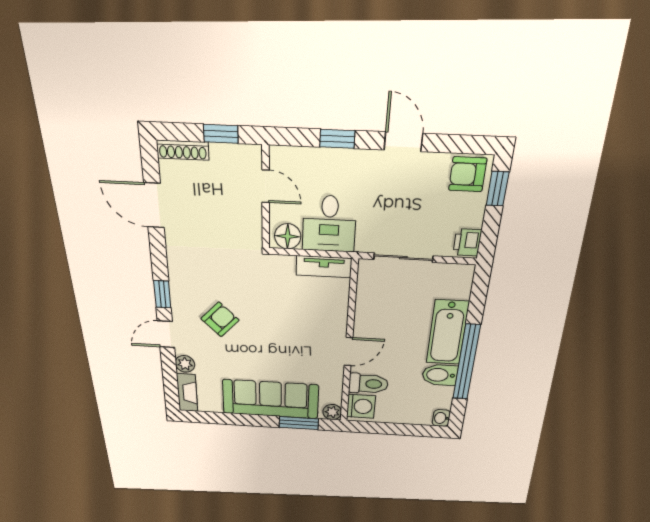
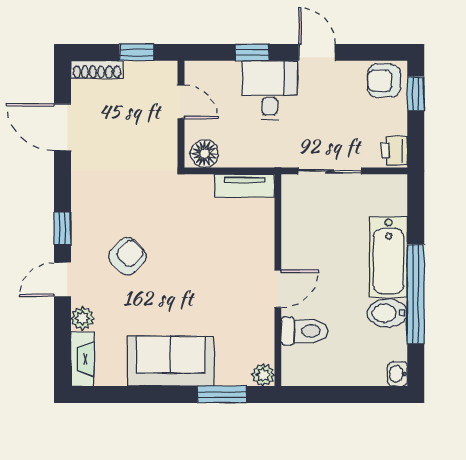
desk: (329, 224) -> (270, 90), moved, turned 180
sofa: (270, 399) -> (171, 361), width x0.73
washing machine: (361, 406) -> (298, 364), removed

